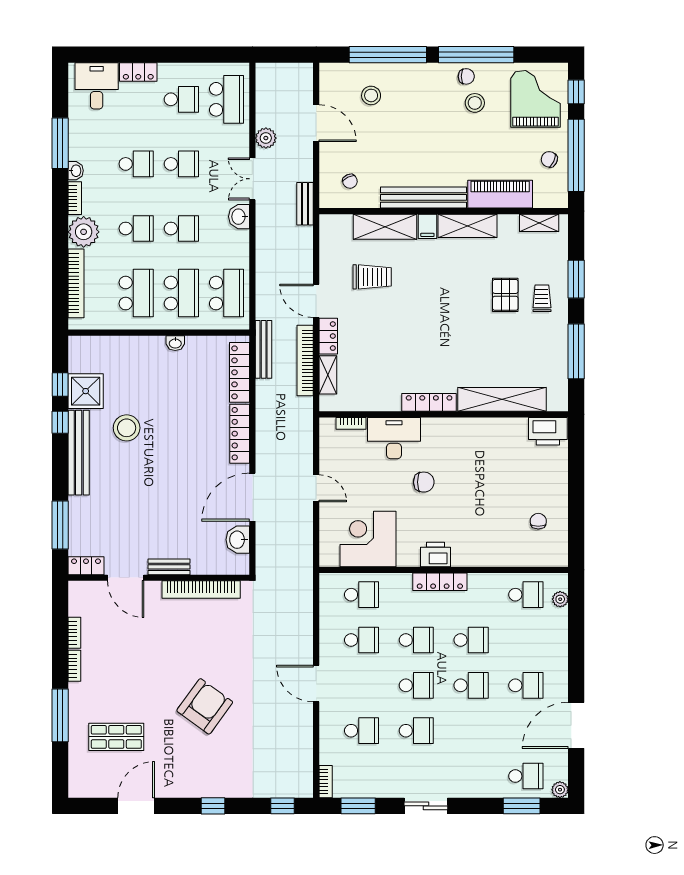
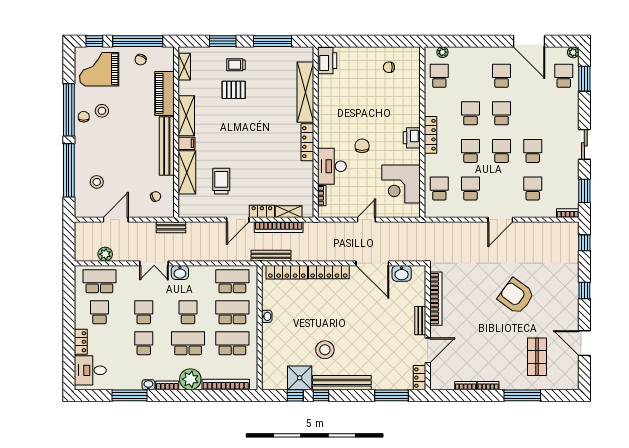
plant: (266, 138) -> (105, 254), moved
school desk: (136, 228) -> (188, 343), width x1.85

